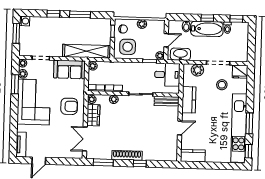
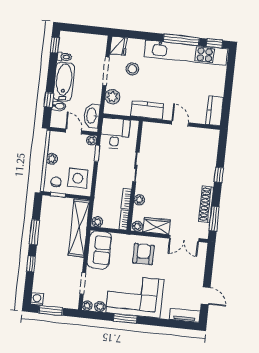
window: (207, 18) -> (49, 100), moved
window: (15, 84) -> (125, 318), moved
bench: (167, 101) -> (147, 137), removed
window: (249, 123) -> (181, 40), width x1.44
shoe rack: (127, 155) -> (206, 204), moved

